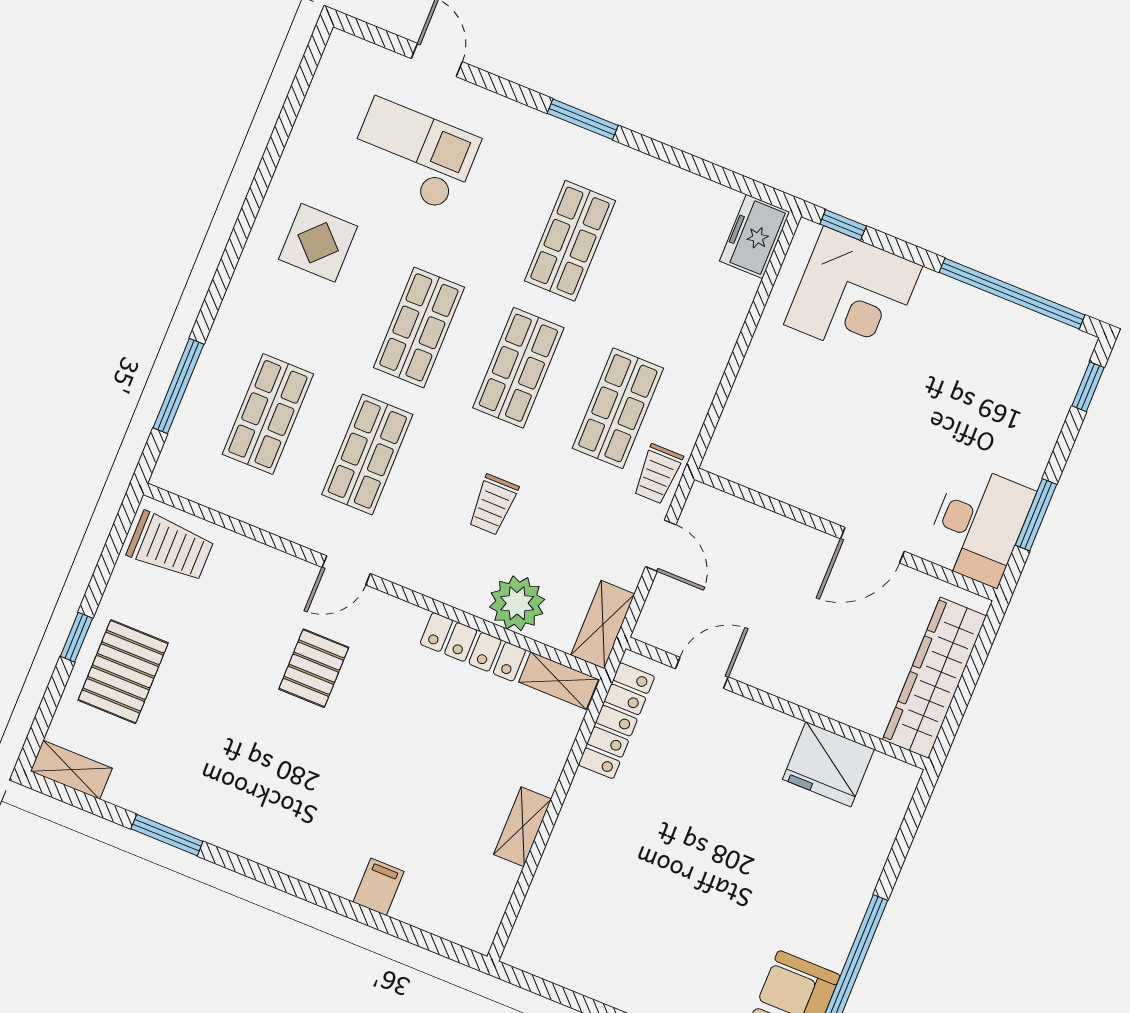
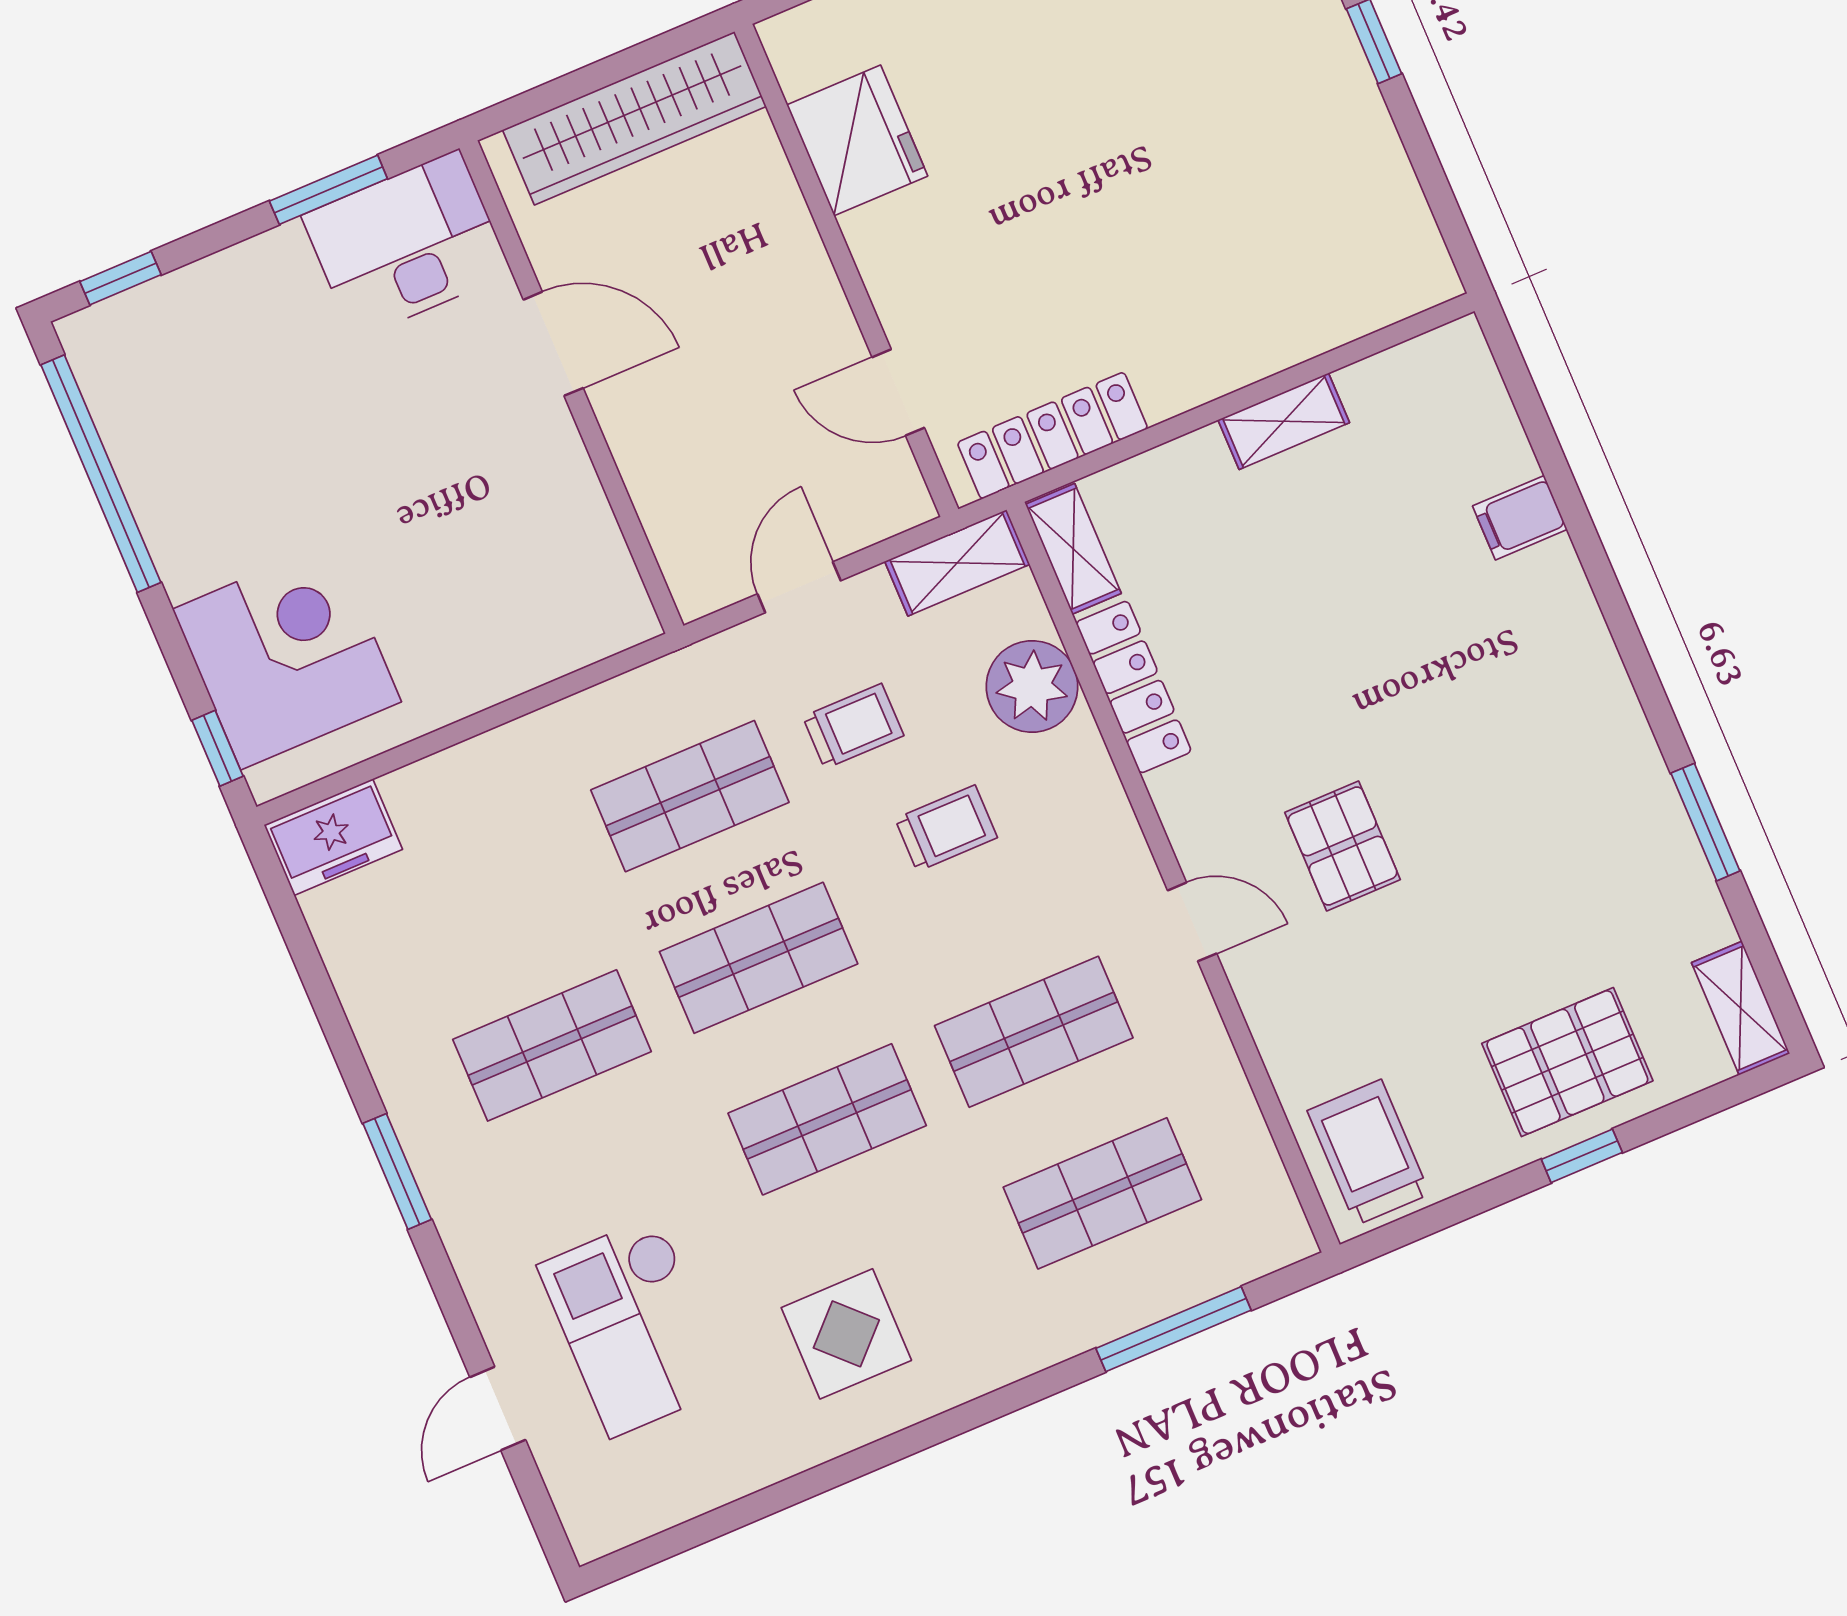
trolley: (658, 474) -> (853, 726), moved
pallet: (314, 668) -> (1343, 846), turned 90

